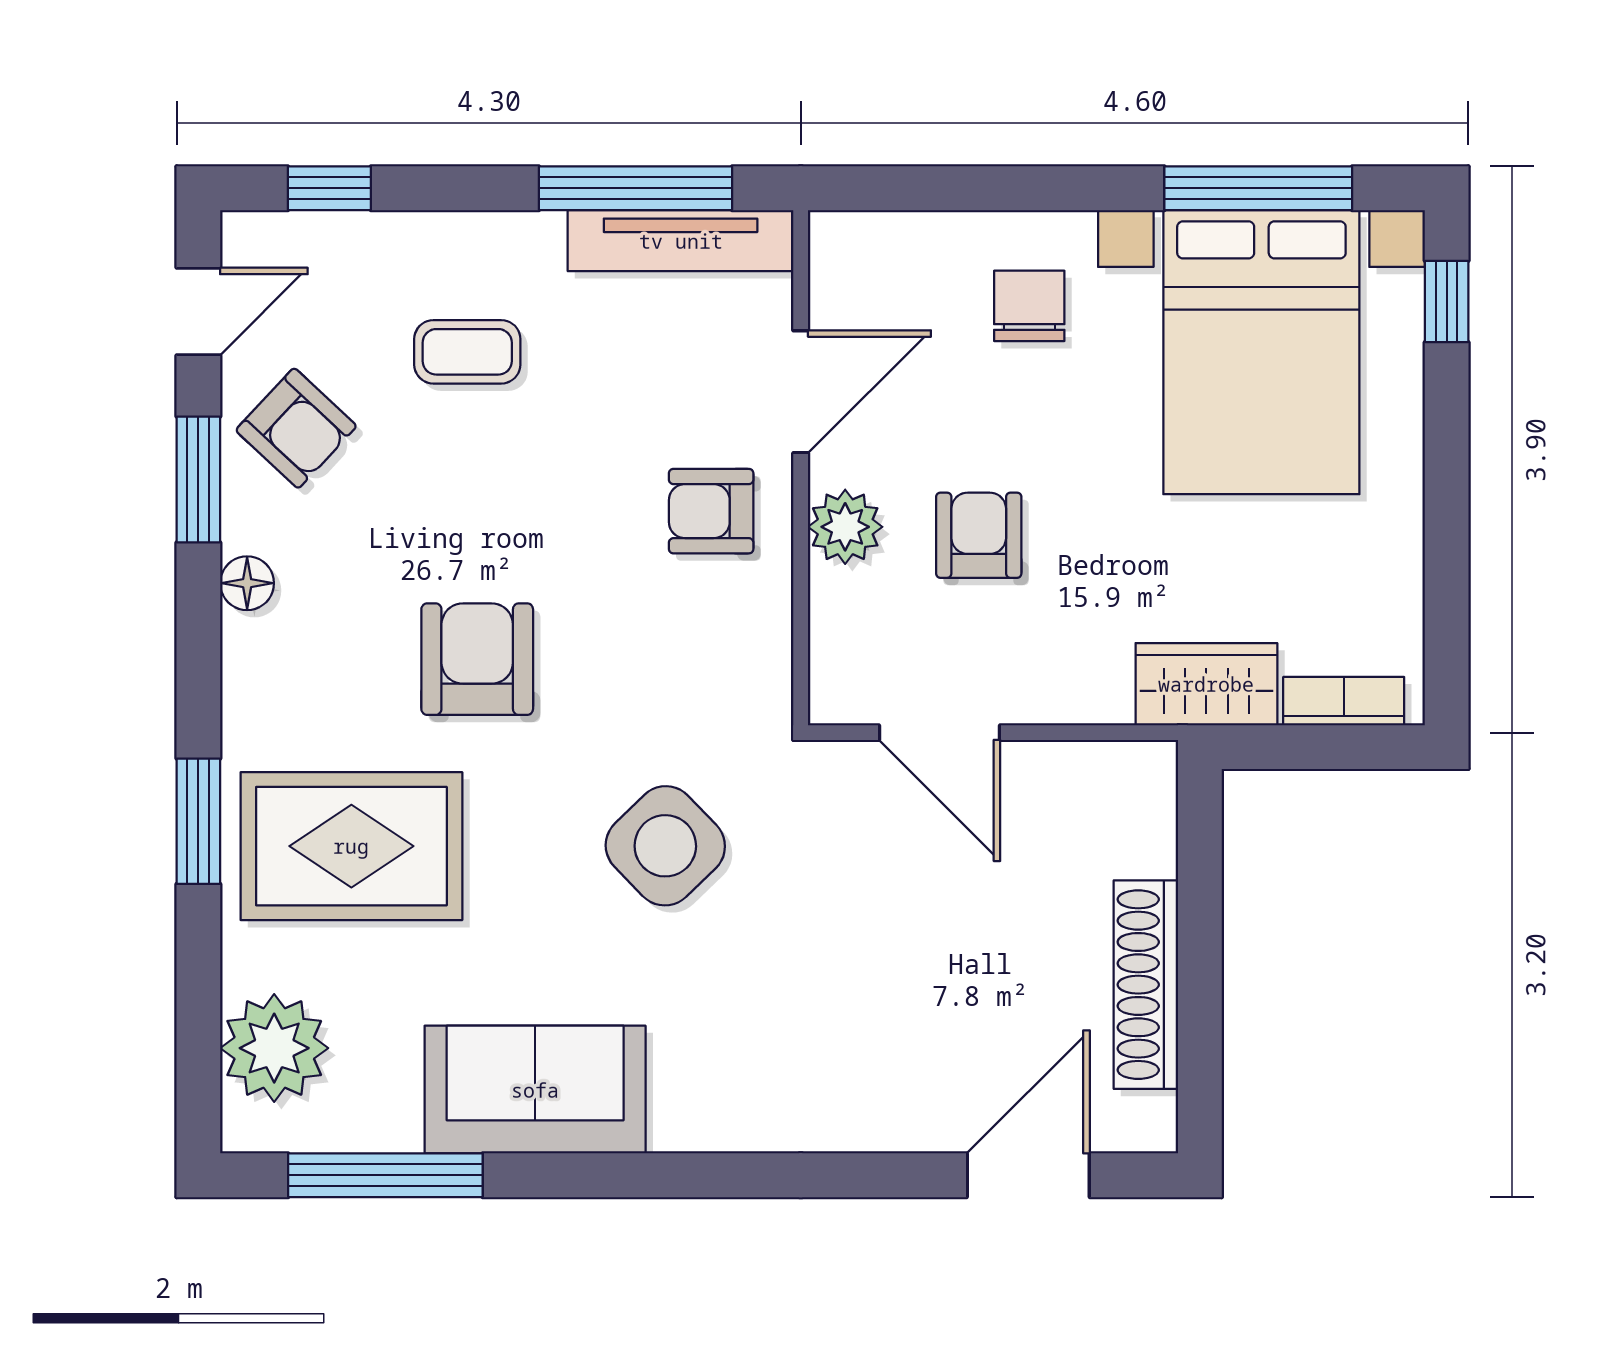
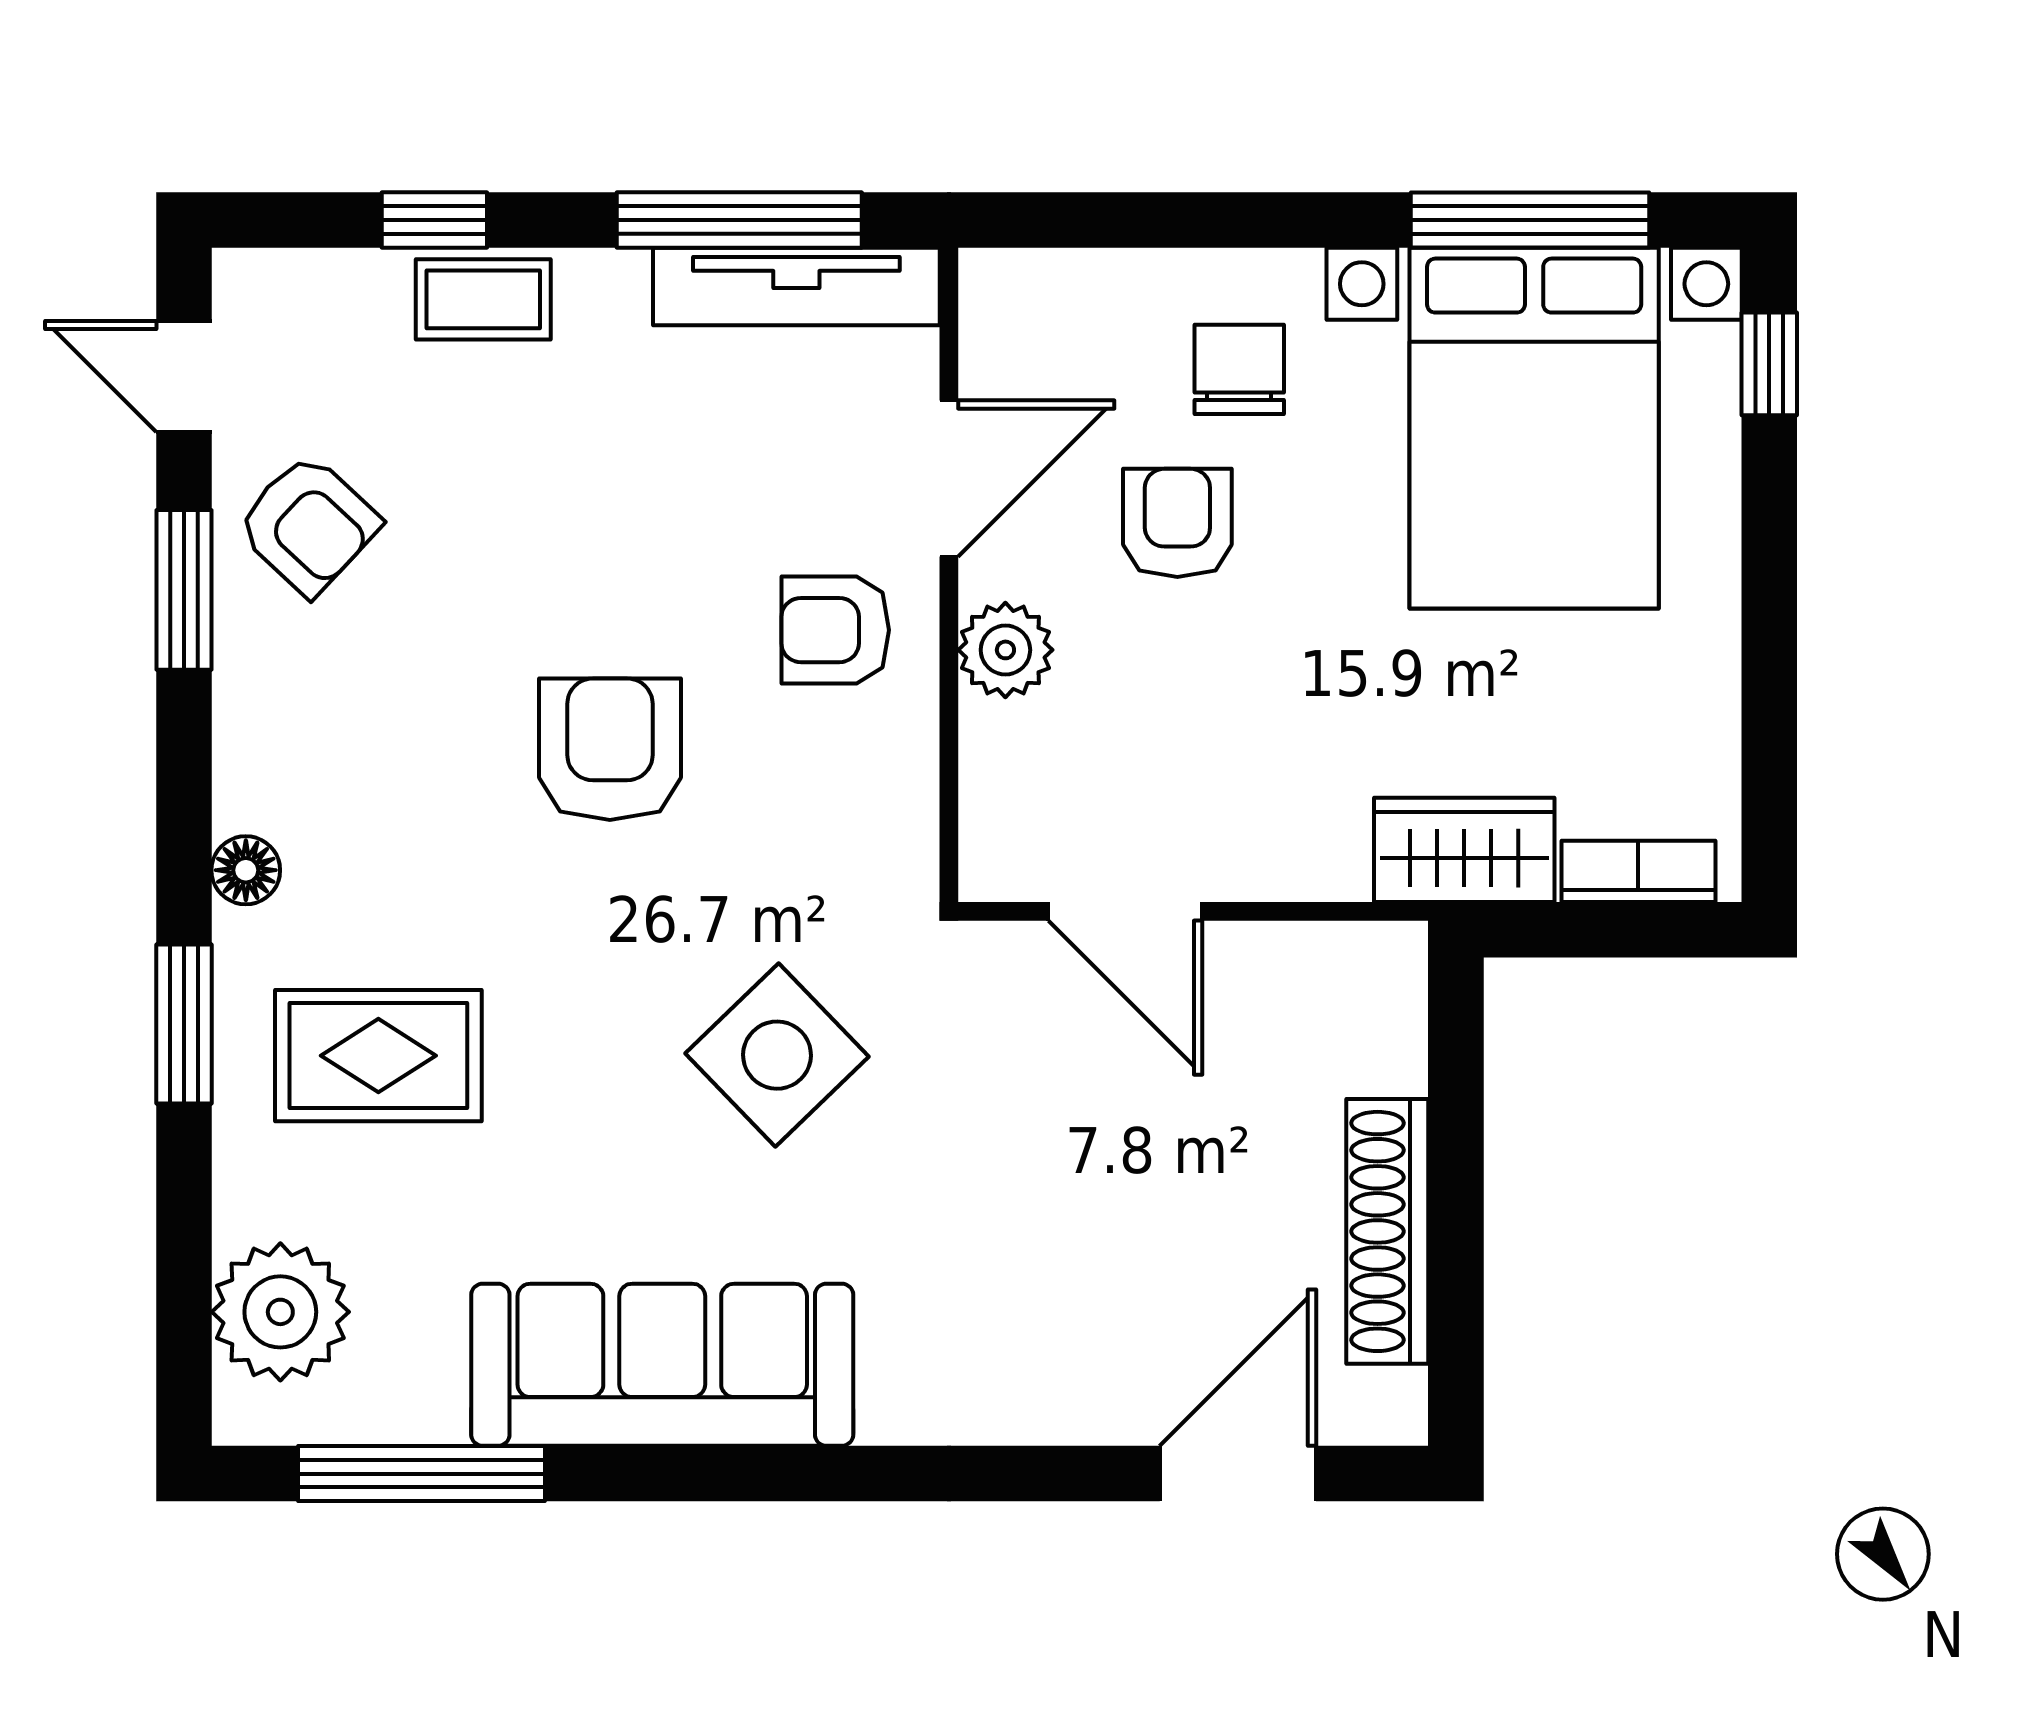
window: (329, 188) -> (434, 220), moved
door: (198, 311) -> (184, 376), swing flipped
coffee table: (467, 352) -> (483, 299), moved
armchair: (979, 535) -> (1177, 523), moved
floor lamp: (247, 583) -> (246, 870), moved
armchair: (477, 659) -> (610, 749), moved
rug: (351, 846) -> (378, 1056), width x0.73, depth x0.70
sofa: (535, 1090) -> (662, 1365), width x1.36

